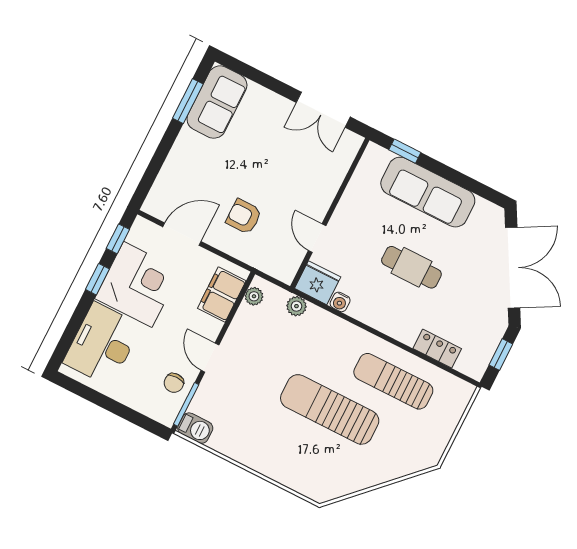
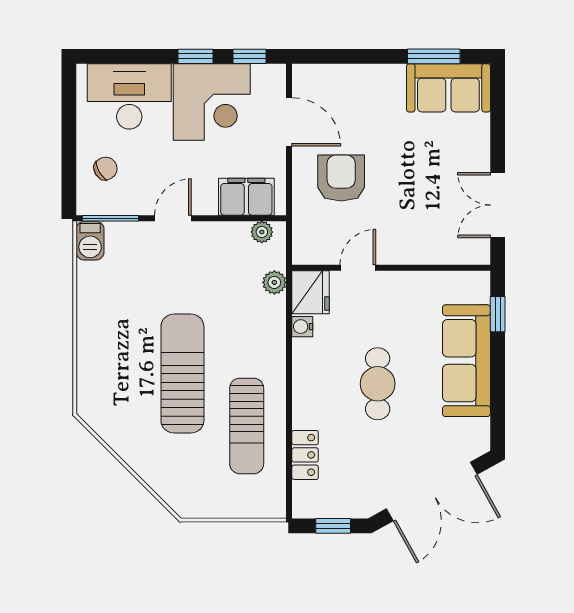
armchair: (244, 217) -> (341, 178), width x1.38, depth x1.38
sun lounger: (393, 381) -> (247, 426), turned 180
chair: (174, 383) -> (106, 168), moved, turned 150

